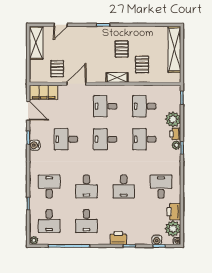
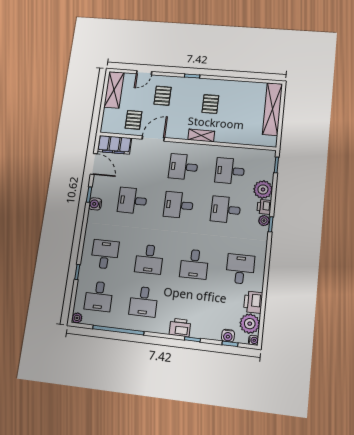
pallet: (142, 64) -> (163, 96), moved

